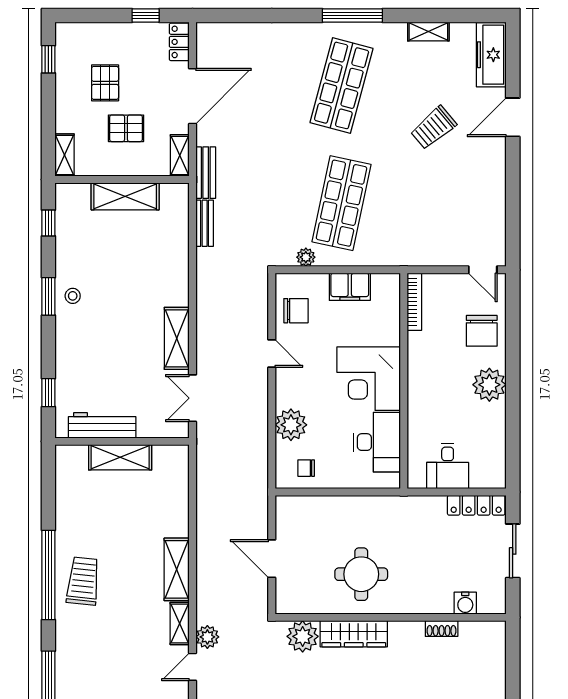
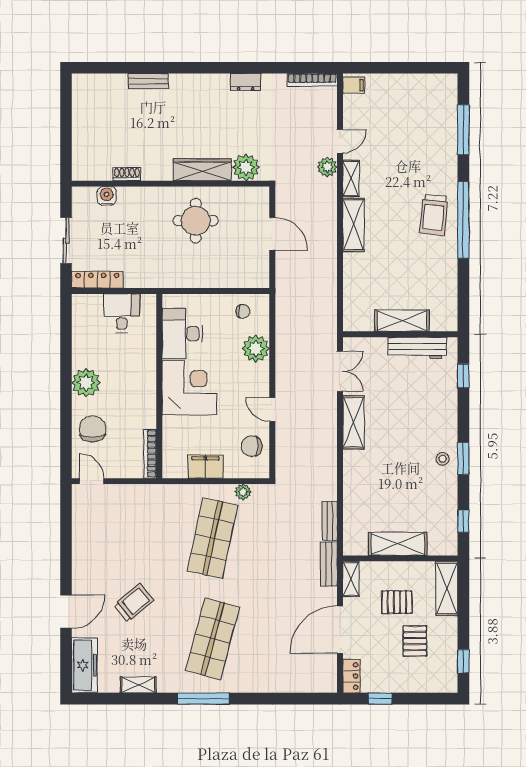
shelving: (65, 155) -> (447, 588), width x1.50, depth x1.33

